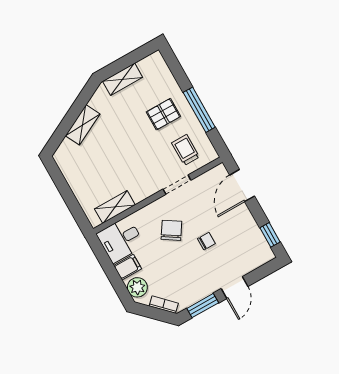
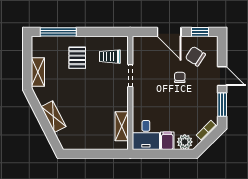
window: (199, 110) -> (58, 32), moved
door: (242, 186) -> (169, 32), moved
chair: (171, 230) -> (195, 56), moved

